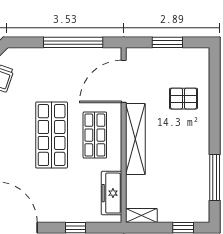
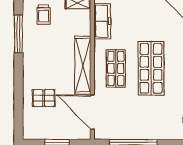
door: (124, 81) -> (92, 112), swing flipped
trolley: (184, 201) -> (44, 15), added

